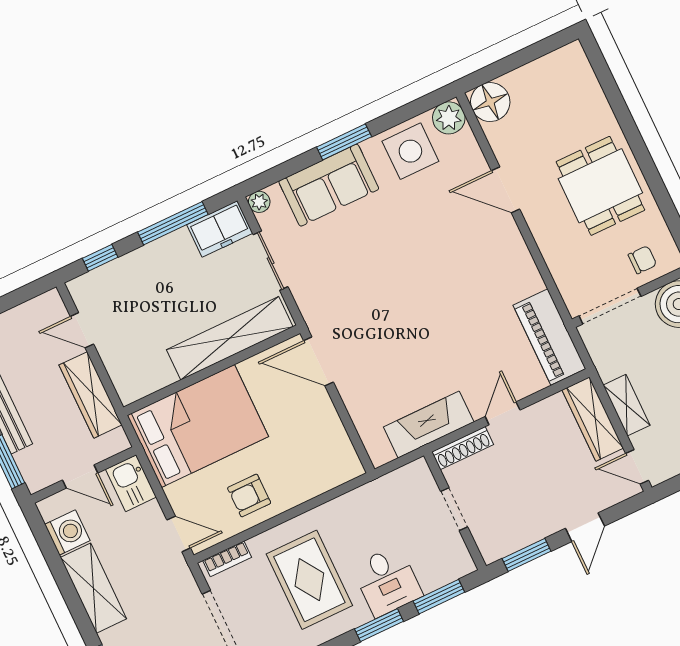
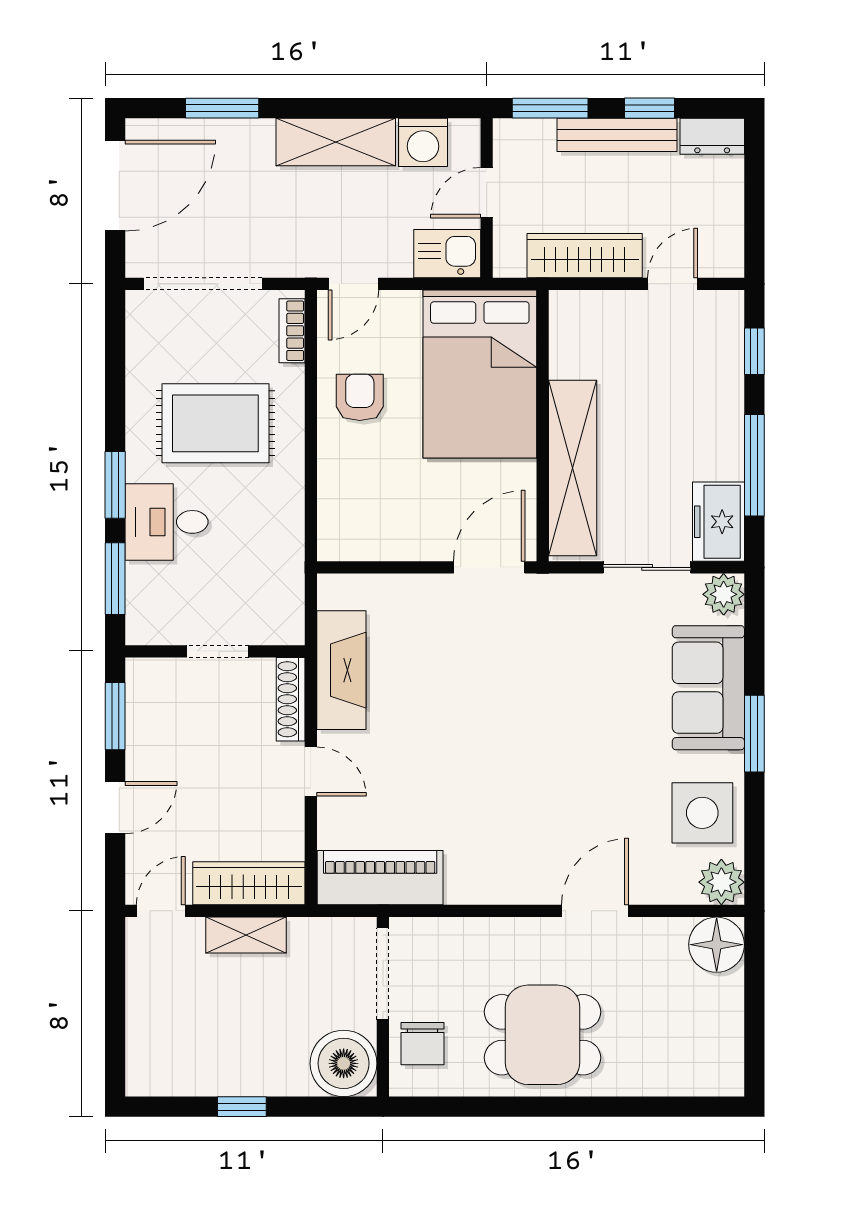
plant: (259, 202) -> (724, 594), width x1.38, depth x1.38
chair: (642, 260) -> (422, 1044), width x1.37, depth x1.37
door: (585, 527) -> (115, 808), swing flipped

